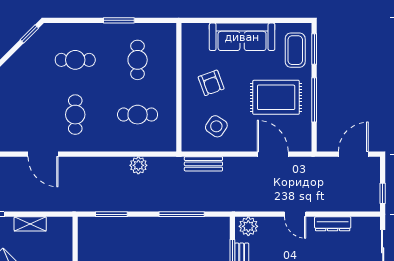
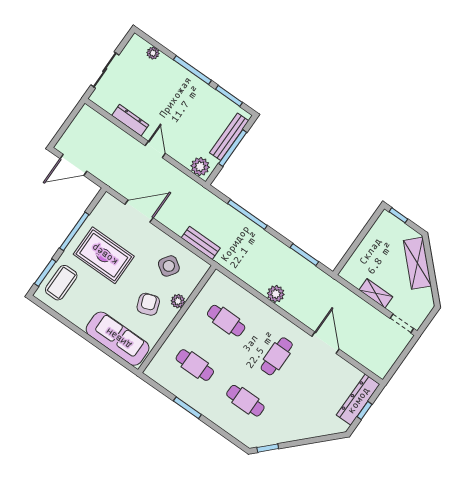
sofa: (242, 37) -> (118, 339), moved
cafe table: (138, 60) -> (195, 365), turned 90
plant: (188, 103) -> (178, 301), added
door: (273, 154) -> (139, 211), swing flipped
plant: (138, 165) -> (276, 294), moved
window: (383, 193) -> (72, 116), removed

